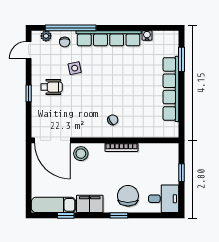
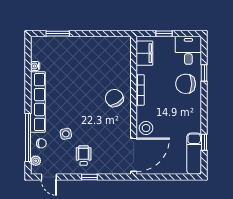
row of seats: (171, 89) -> (85, 43), removed
chair: (113, 120) -> (114, 98), width x1.87, depth x1.87
filing cabinet: (90, 204) -> (144, 53), moved, turned 180
window: (119, 215) -> (204, 73), moved

